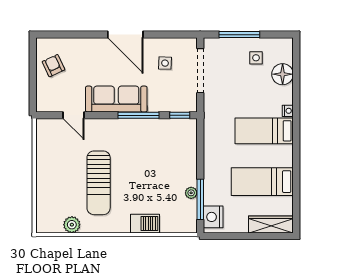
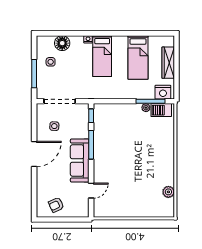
sun lounger: (99, 183) -> (139, 173), removed
barbecue: (145, 224) -> (161, 110), moved, turned -90
wardrobe: (271, 224) -> (168, 63), moved

